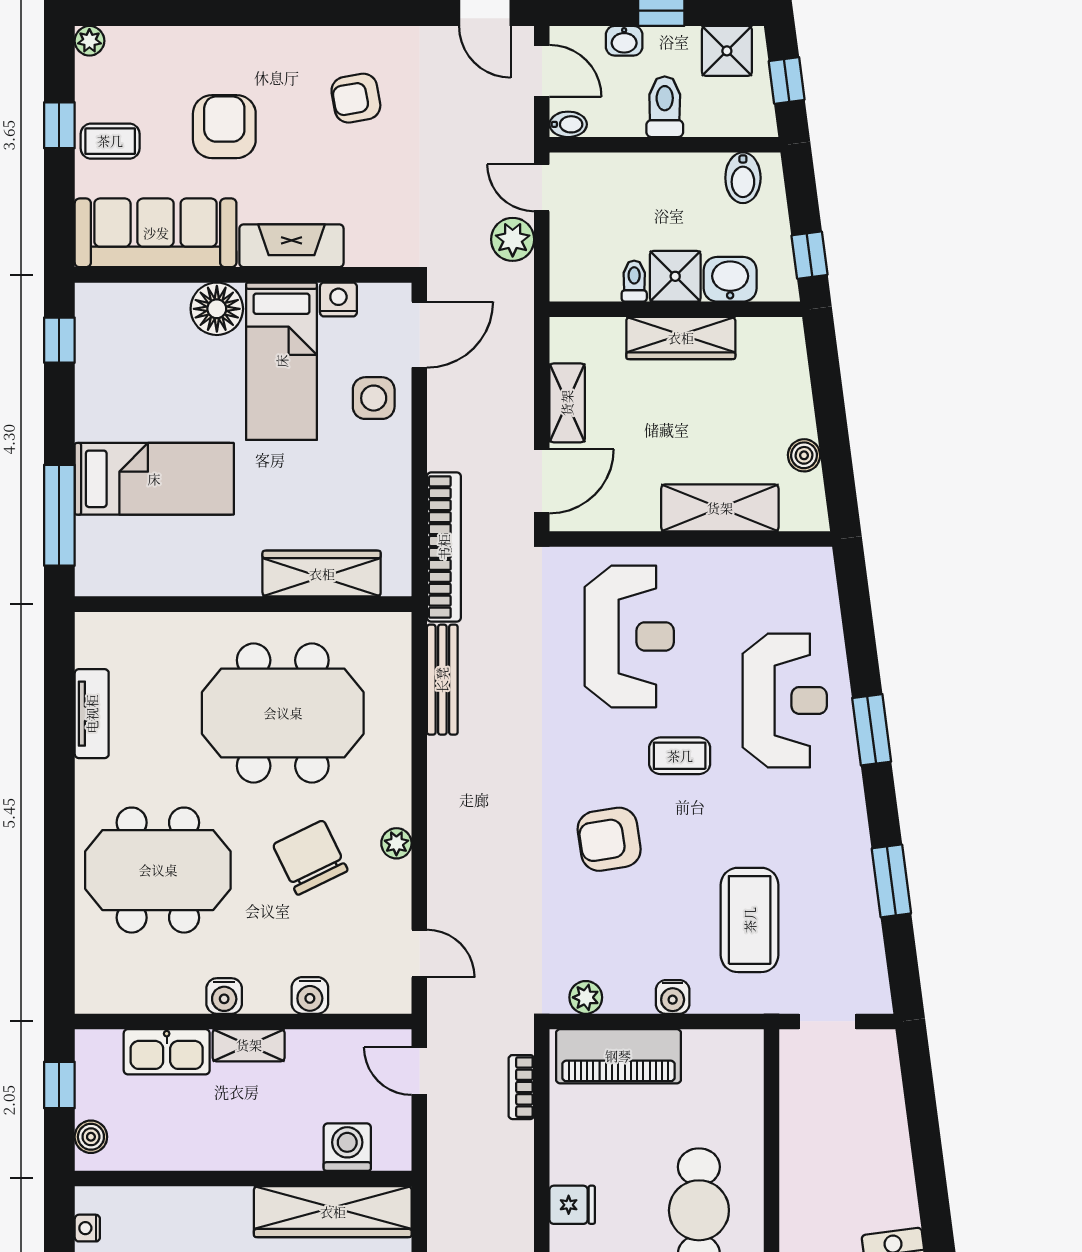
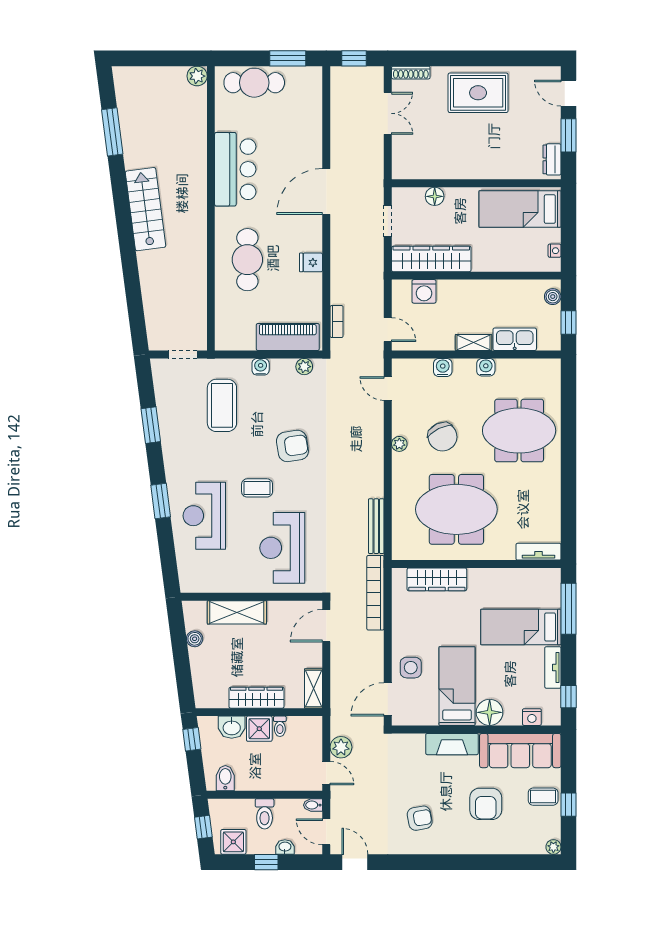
nightstand: (338, 299) -> (532, 717), moved
tv unit: (91, 398) -> (553, 667), added
shelving: (567, 403) -> (314, 688), moved
tv unit: (92, 714) -> (538, 552), moved, turned 90

